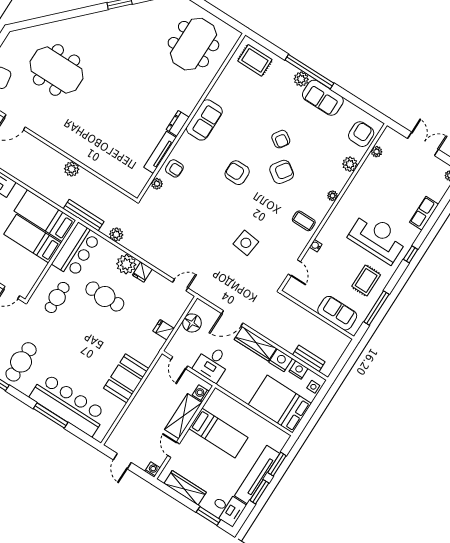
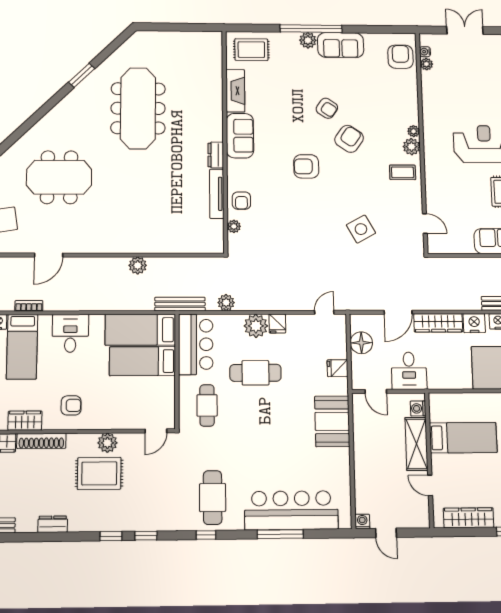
meeting table: (193, 44) -> (138, 108), moved, width x1.36
fireplace: (223, 84) -> (235, 91), added
plant: (350, 164) -> (411, 147), moved
armchair: (174, 168) -> (241, 201), turned 90
side table: (246, 243) -> (361, 229), turned -36
water cooler: (316, 246) -> (425, 52), moved
booth: (126, 378) -> (332, 421), moved
washing machine: (153, 470) -> (362, 521), moved

